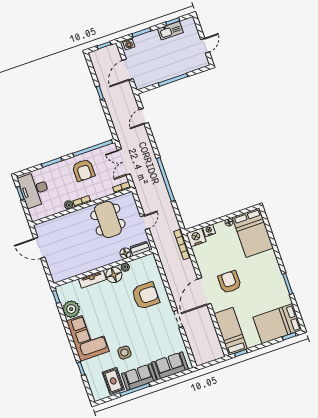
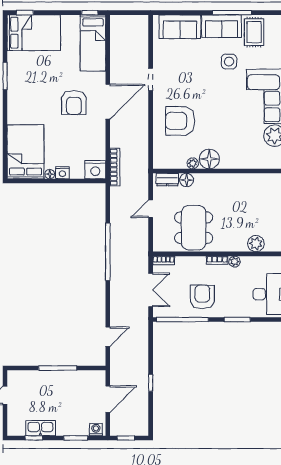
plant: (57, 224) -> (256, 244), added
nightstand: (209, 230) -> (62, 173), moved
tv unit: (92, 279) -> (237, 163), removed

